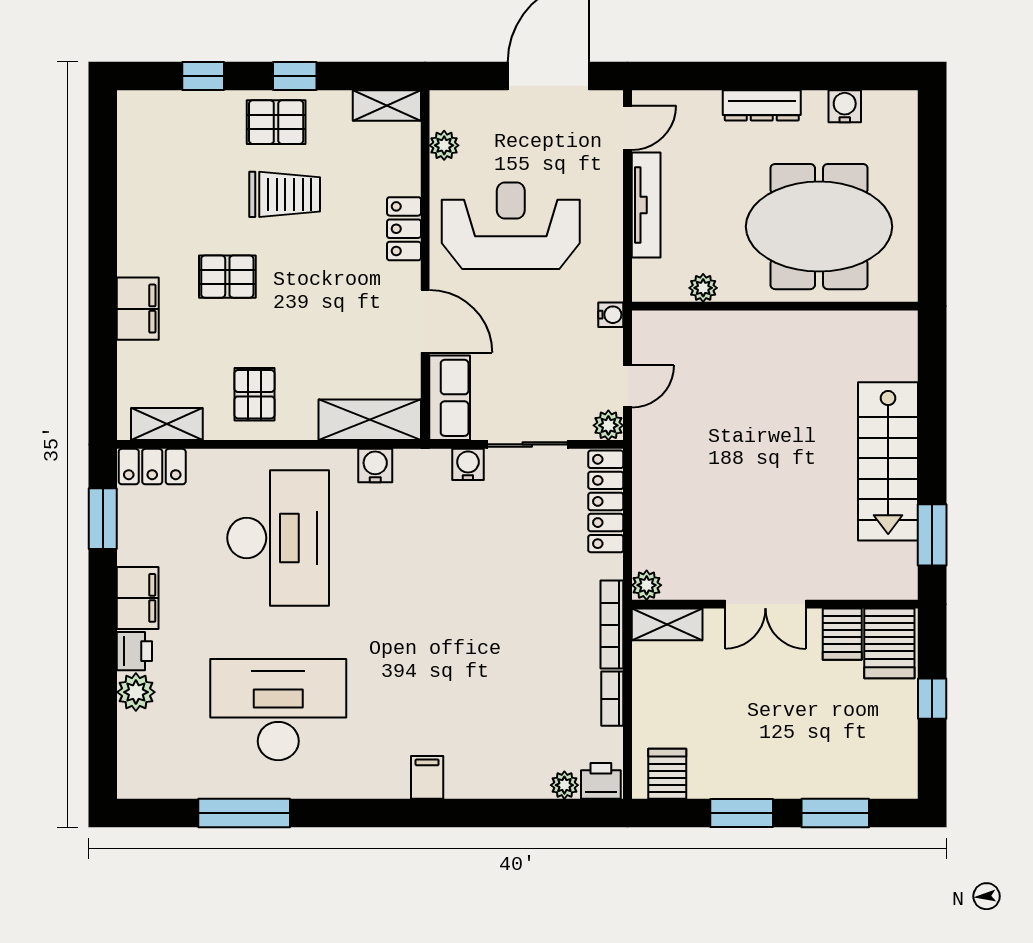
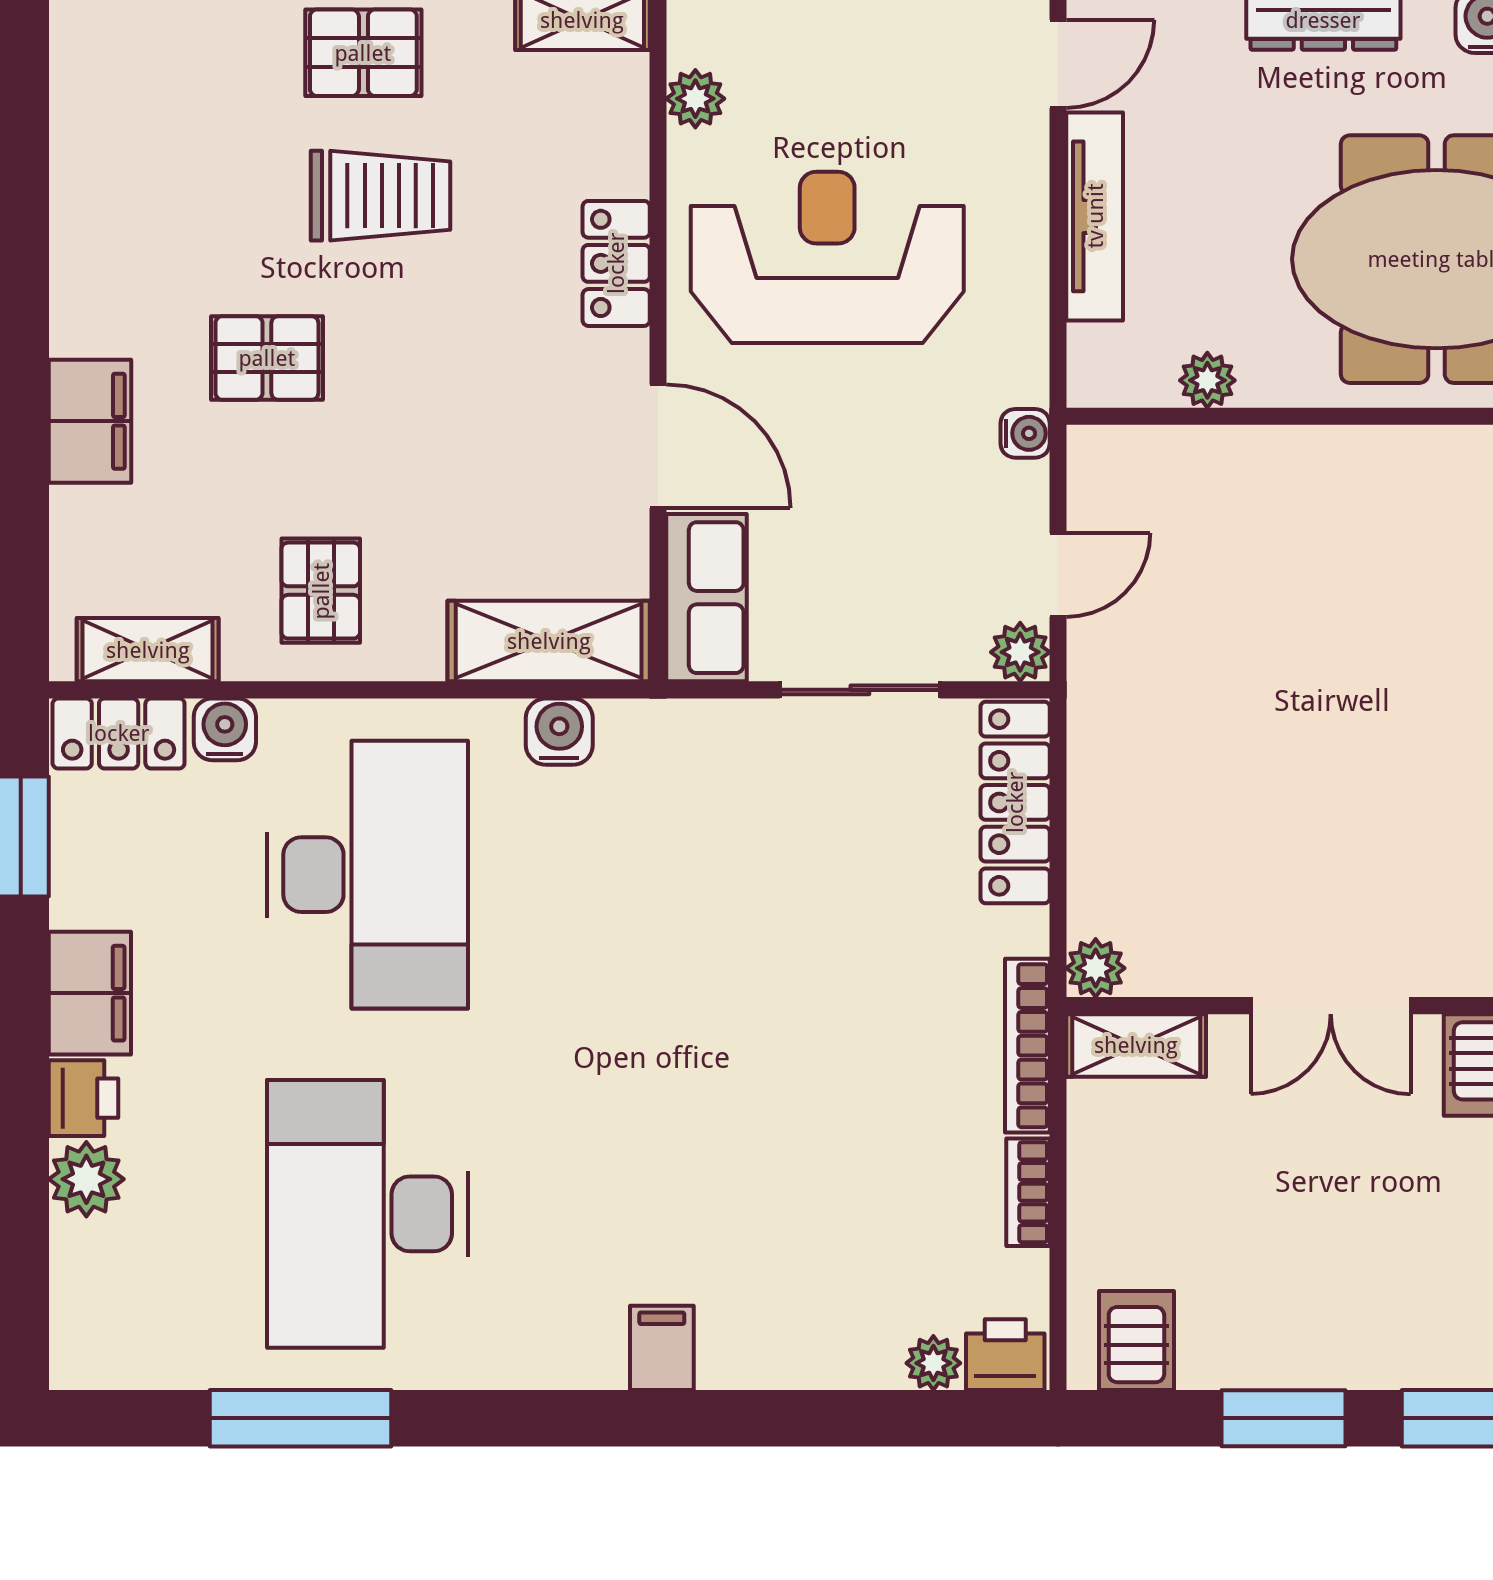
water cooler: (468, 464) -> (225, 729), moved
desk: (278, 710) -> (368, 1214), turned -90

